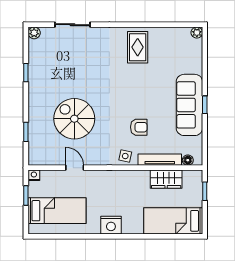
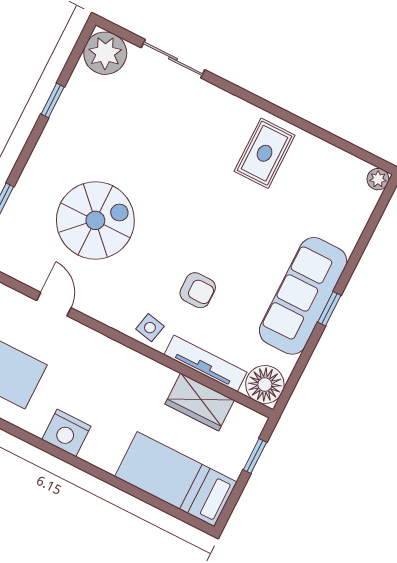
plant: (34, 33) -> (105, 53), width x1.88, depth x1.88
spiral stairs: (74, 119) -> (95, 220), turned 90
floor lamp: (188, 160) -> (265, 385), width x1.89, depth x1.89

